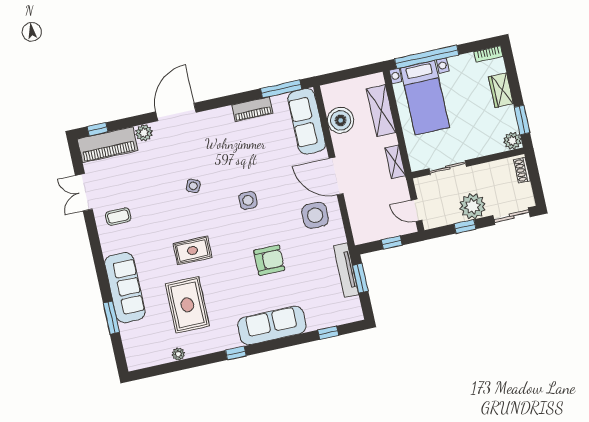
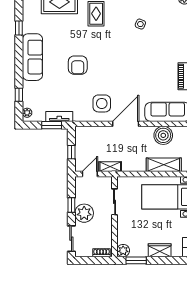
shelving: (395, 162) -> (110, 167), moved
side table: (248, 200) -> (122, 60), removed
tv unit: (346, 270) -> (59, 116), width x0.71
plant: (351, 316) -> (27, 113), added

